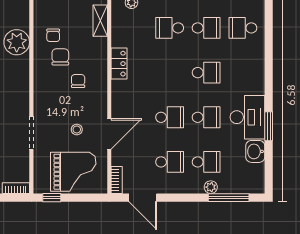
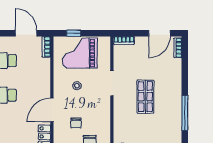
door: (109, 134) -> (52, 110), moved
window: (52, 198) -> (74, 33), moved

